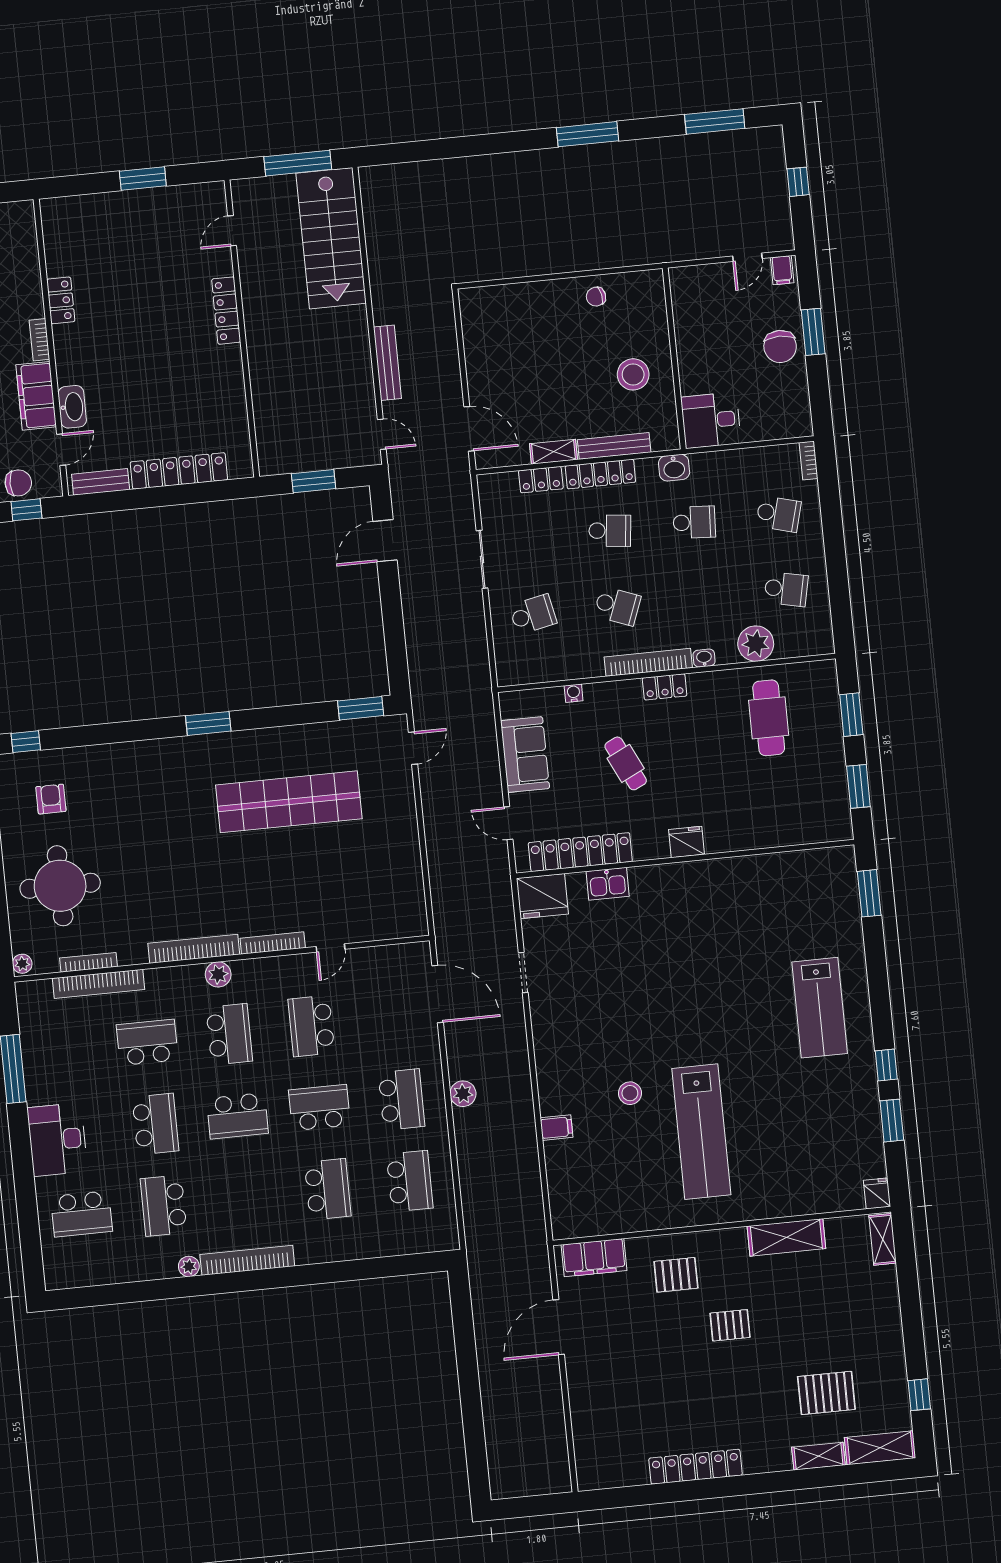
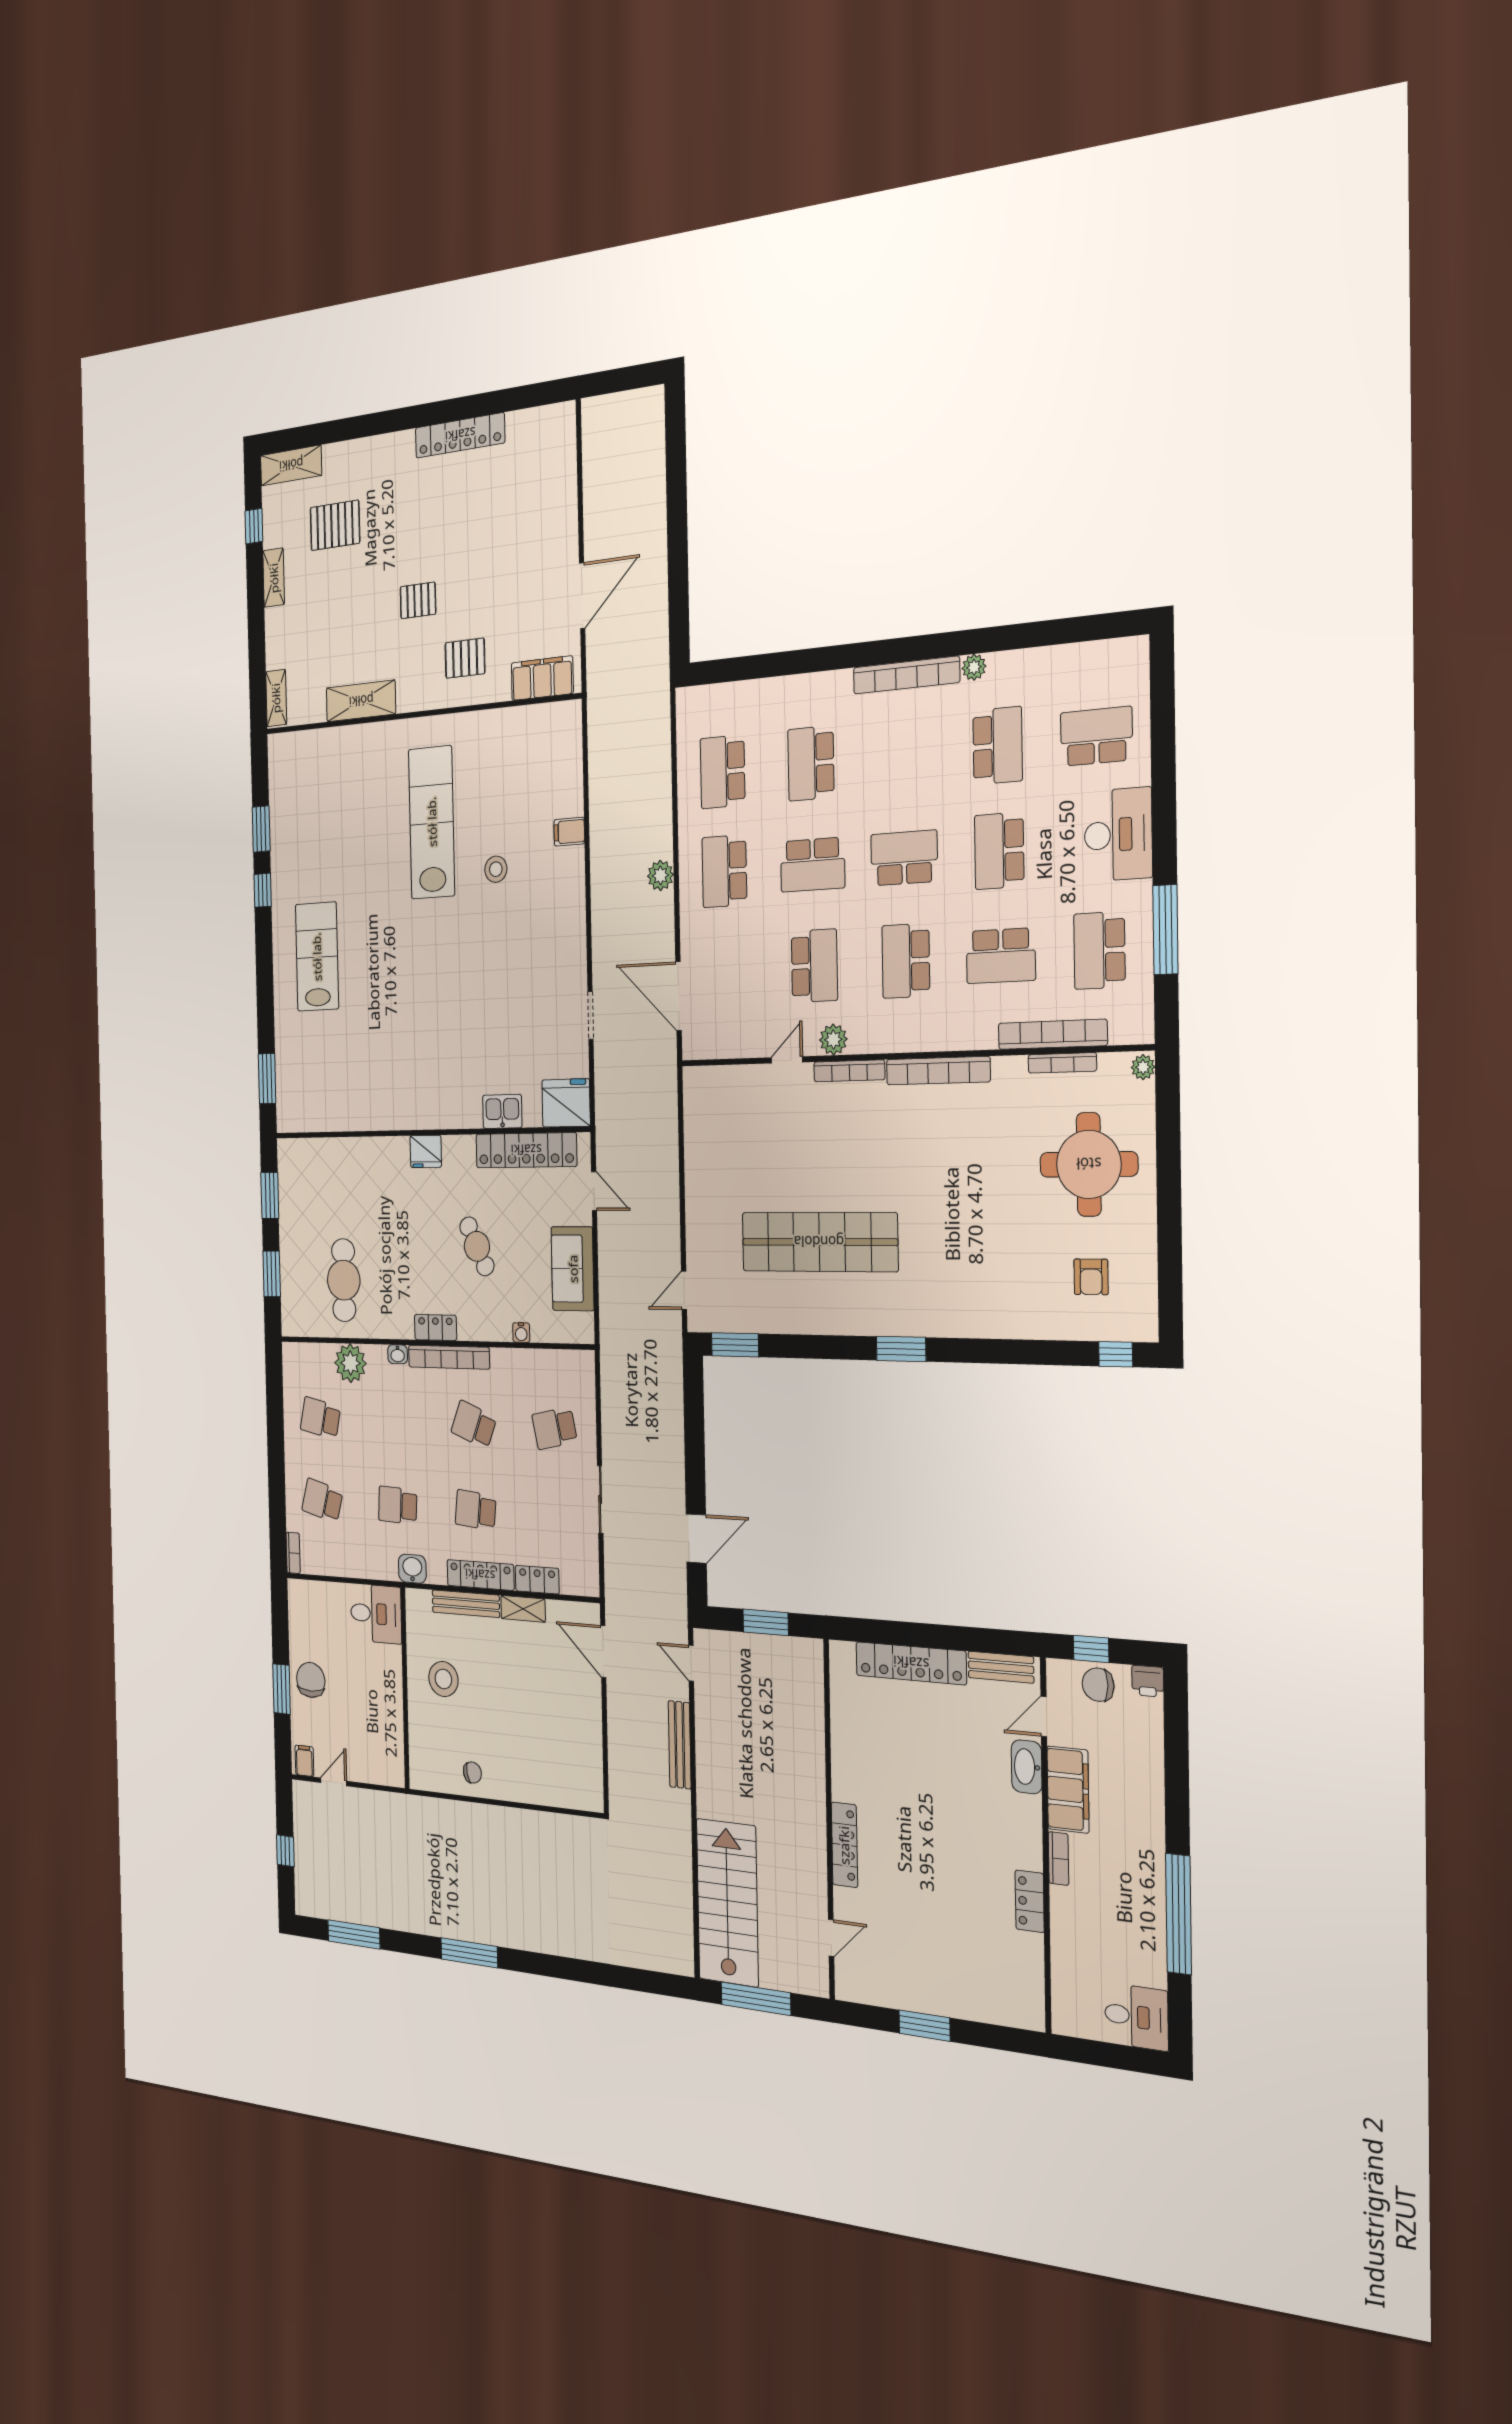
plant: (218, 974) -> (833, 1040), moved
school desk: (65, 1051) -> (1099, 951), added
fridge: (877, 1193) -> (278, 749), removed
shelving: (818, 1456) -> (274, 578), moved, turned 90

